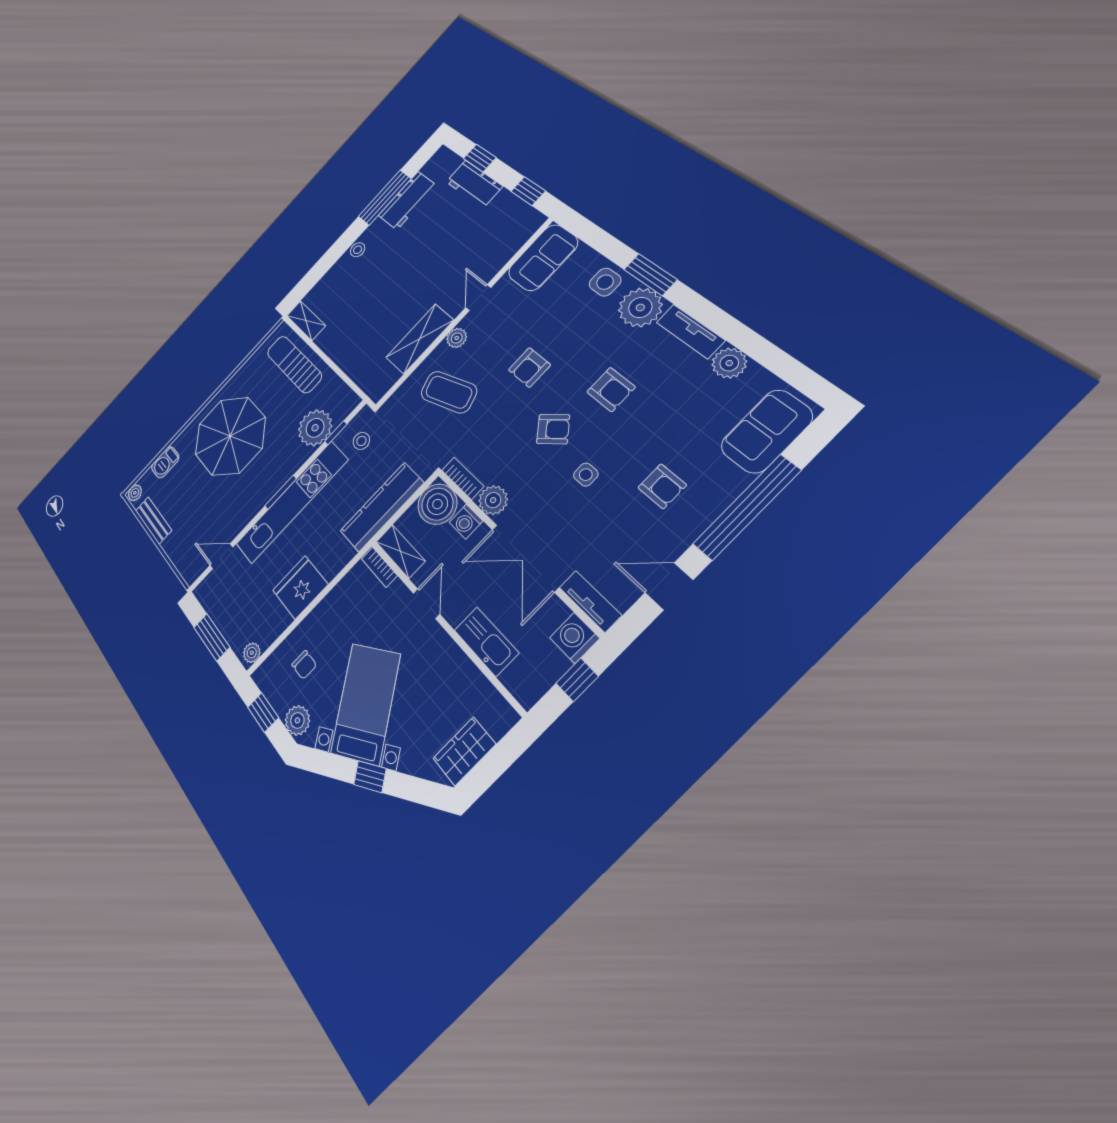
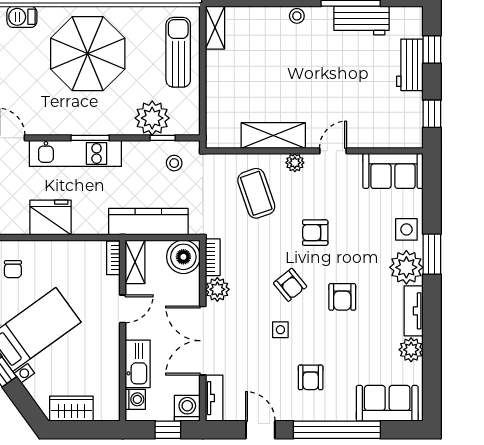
kitchen unit: (292, 502) -> (75, 153), width x0.73
washing machine: (466, 522) -> (135, 399), moved, turned 180

